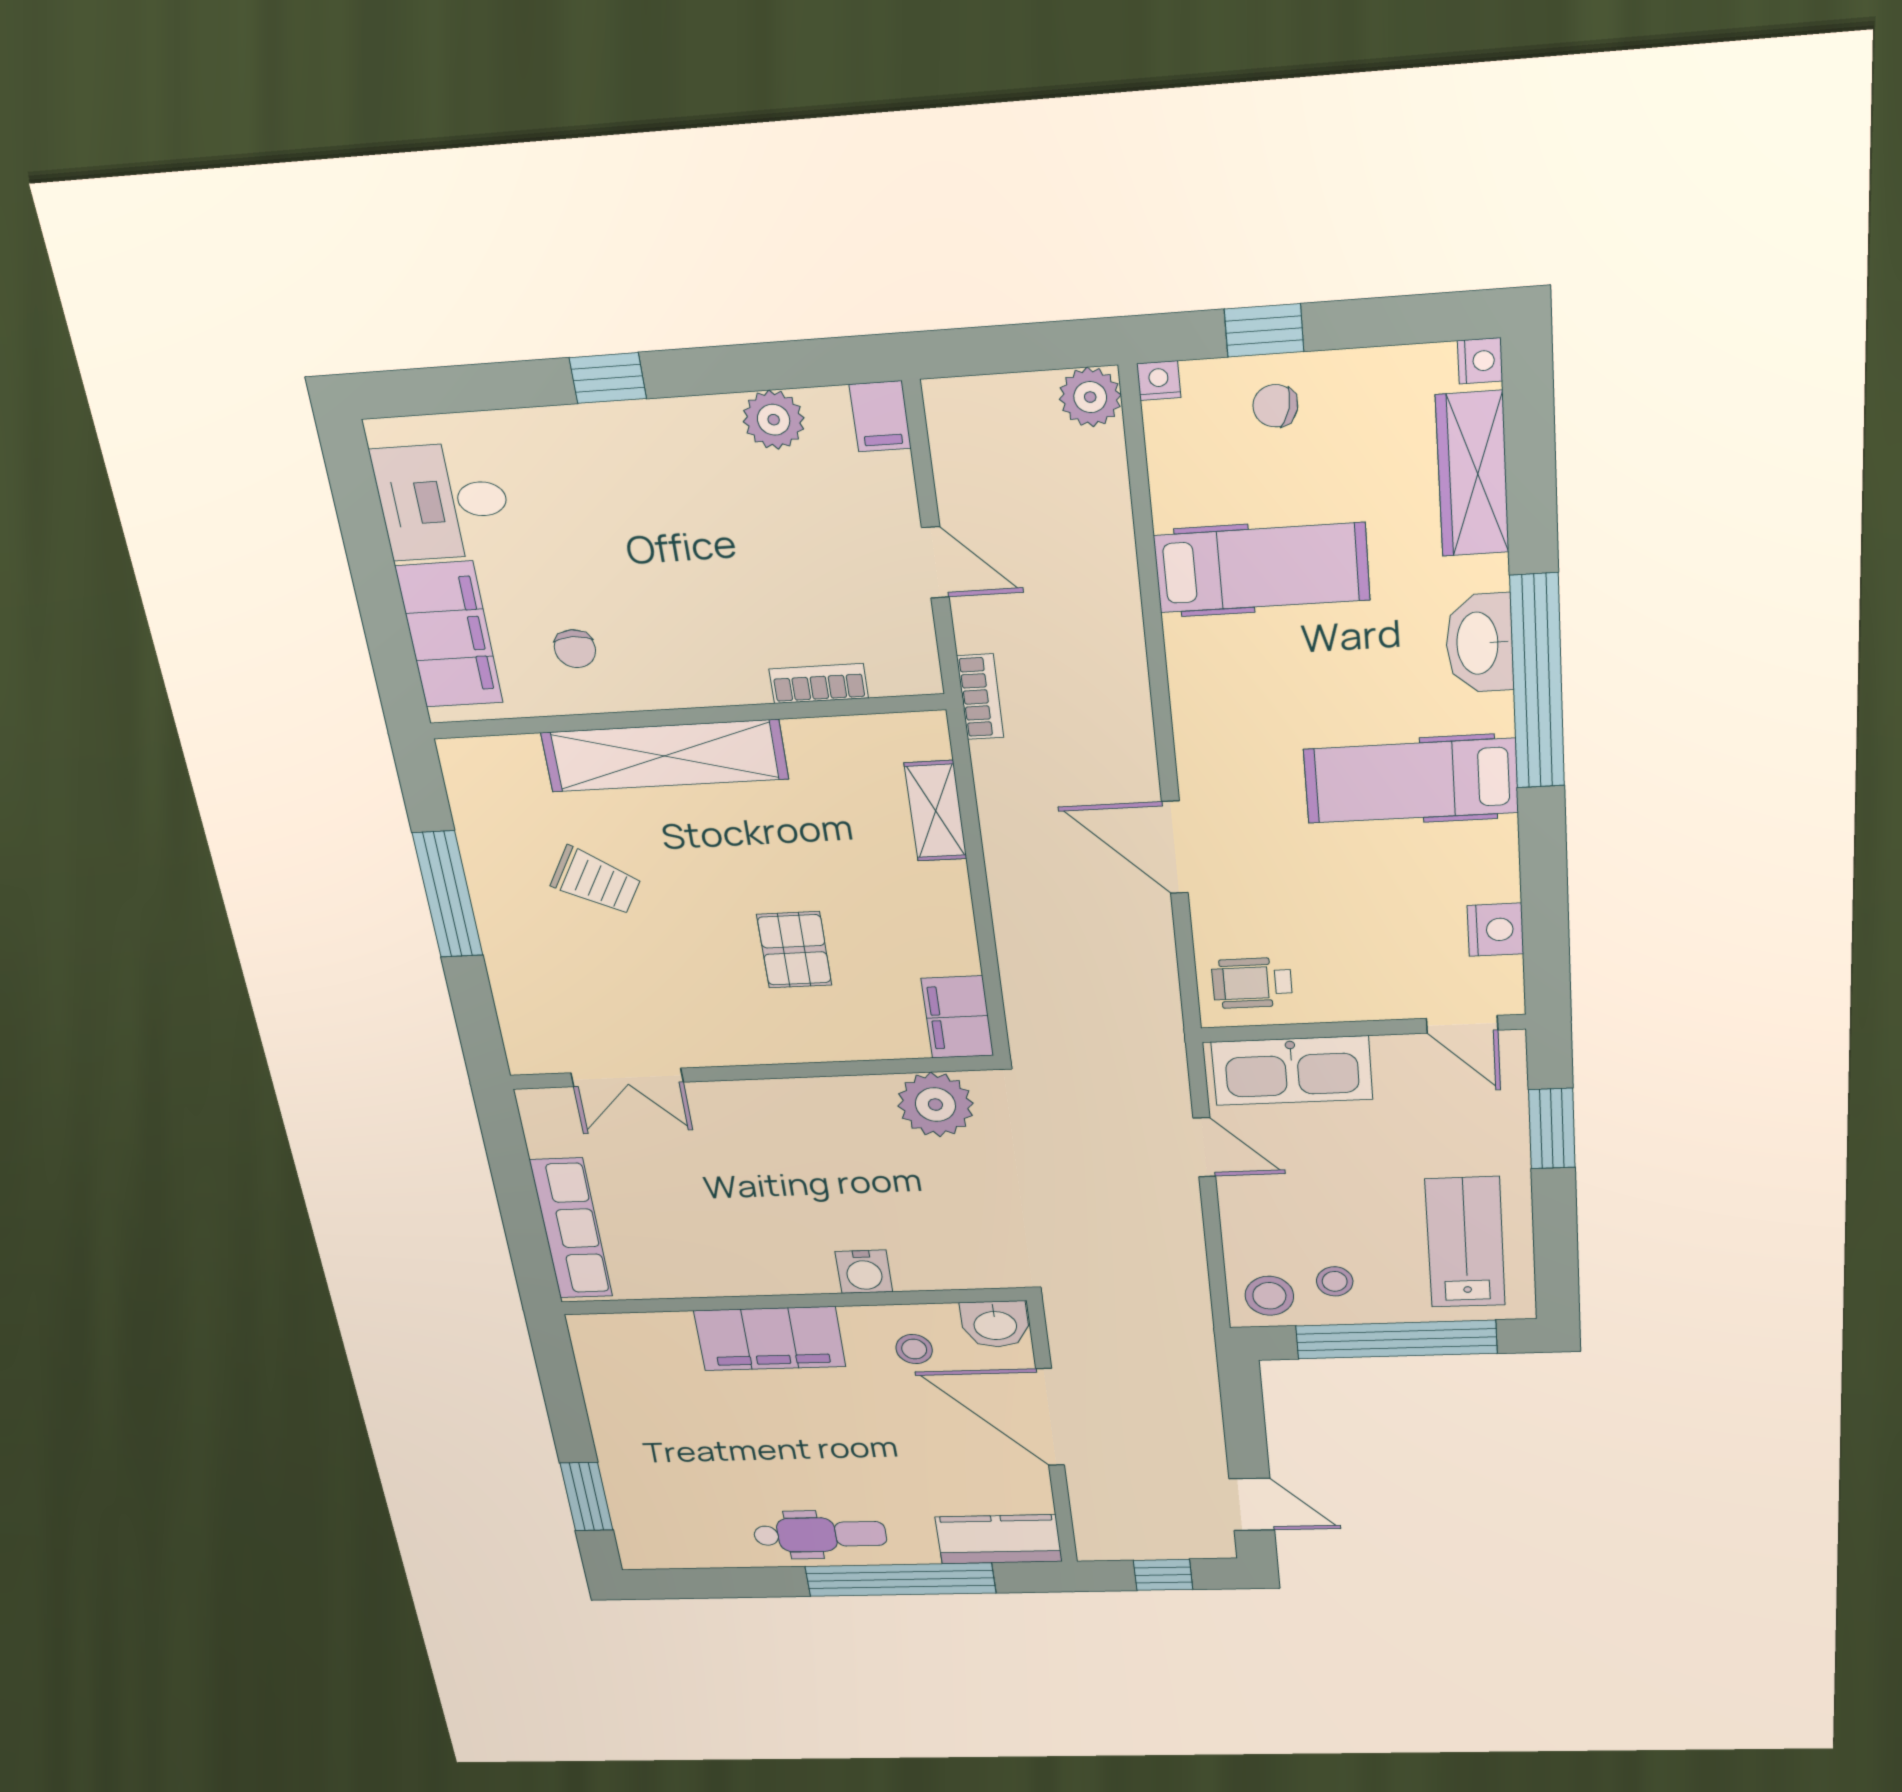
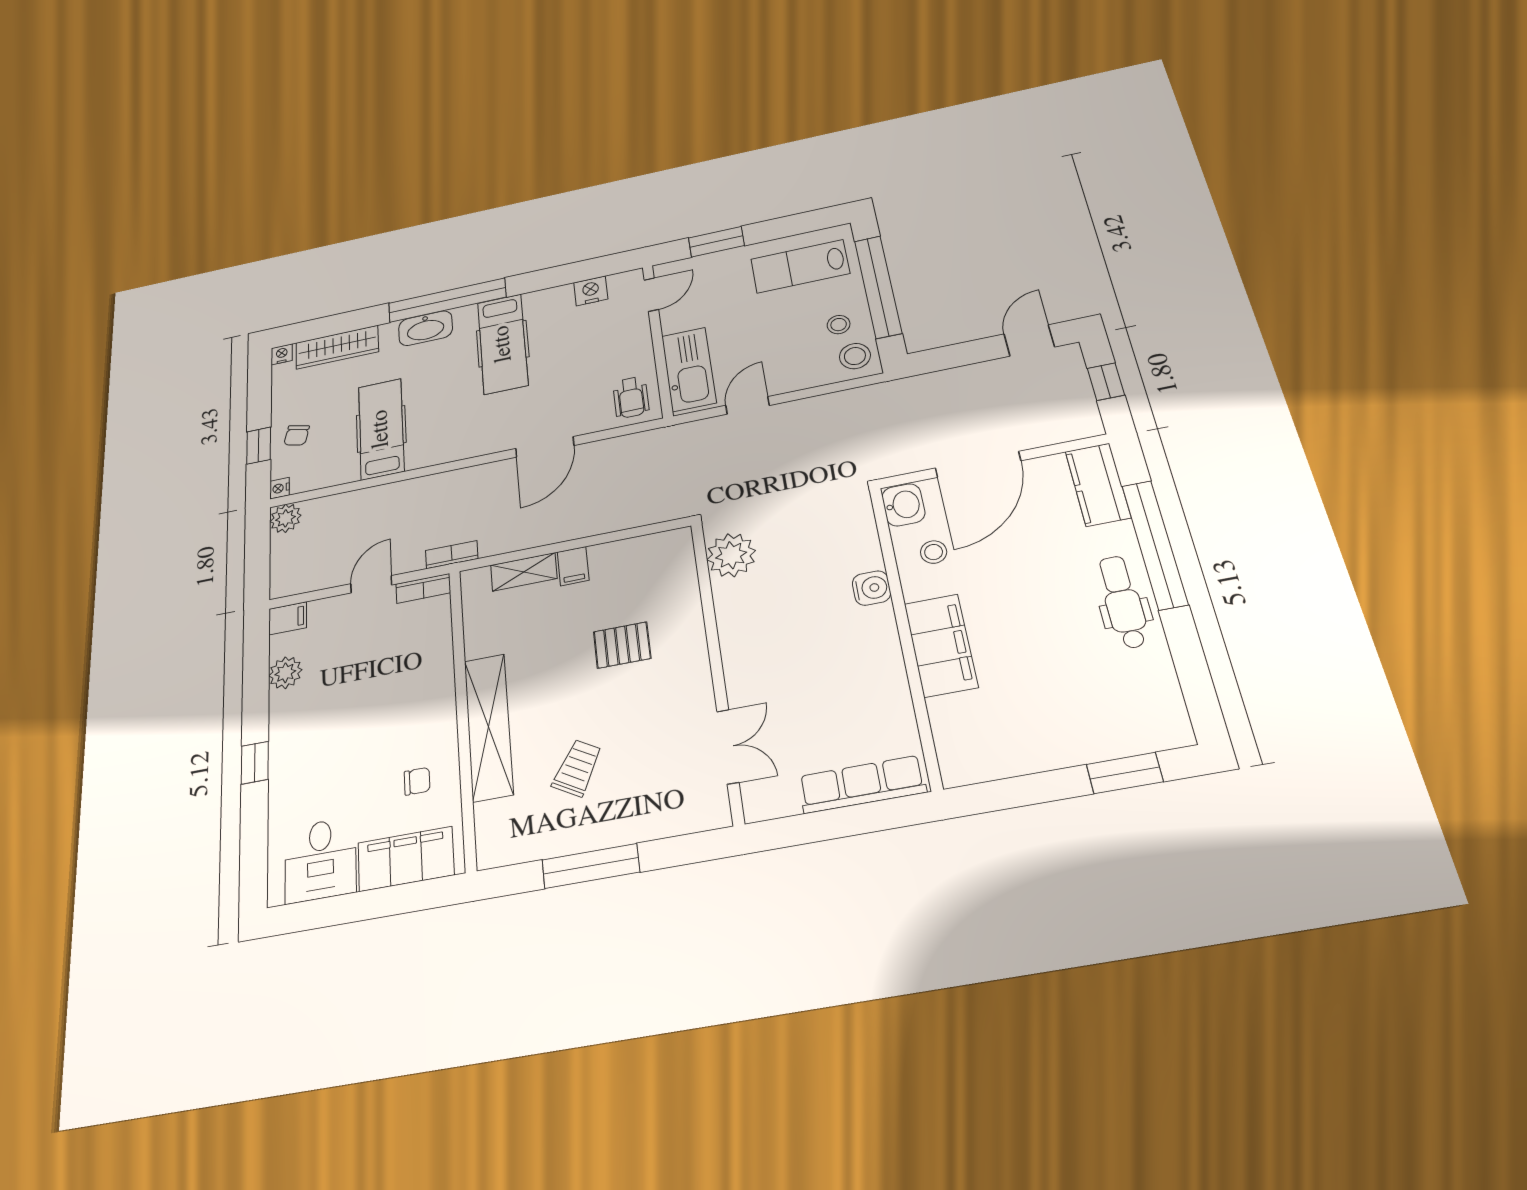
bookcase: (819, 683) -> (423, 588), moved, turned -90
filing cabinet: (957, 1017) -> (573, 566), moved, width x0.50

